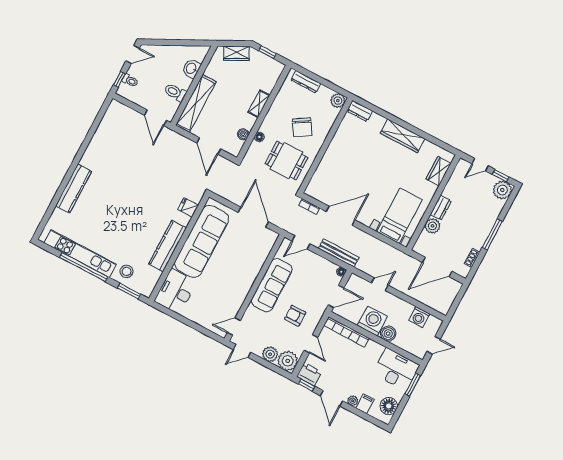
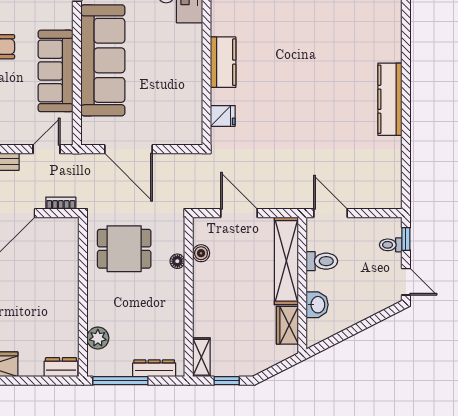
wardrobe: (236, 53) -> (287, 325), moved, turned -63
door: (133, 55) -> (406, 282), swing flipped
window: (329, 85) -> (120, 381), added
plant: (338, 101) -> (98, 338), moved
shelving: (259, 104) -> (201, 357), moved
chair: (302, 127) -> (127, 304), removed
kitchen counter: (74, 189) -> (390, 99), moved
sofa: (202, 241) -> (103, 60), moved, turned 180
kitchen counter: (167, 246) -> (223, 62), width x0.67

